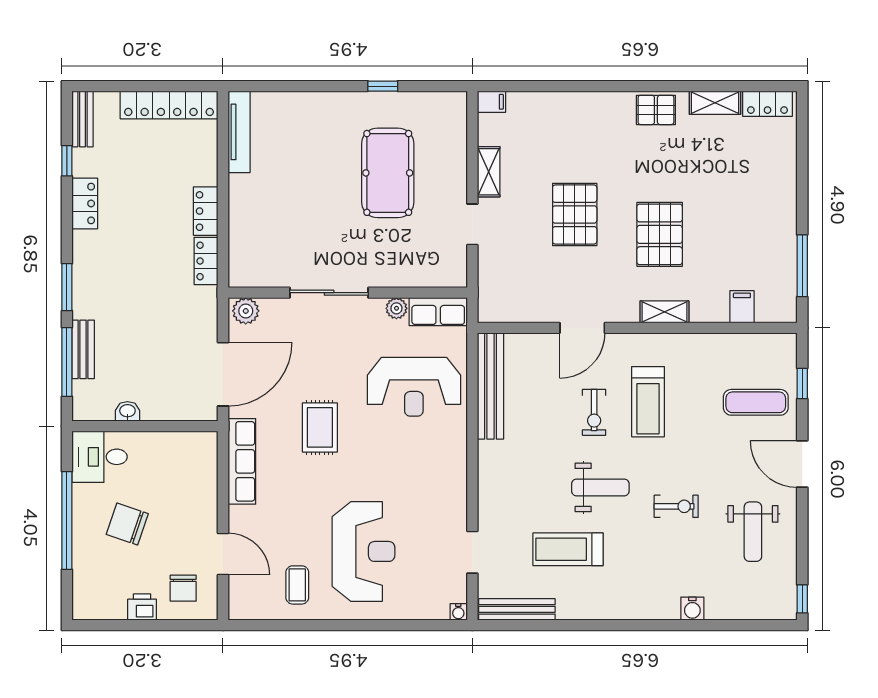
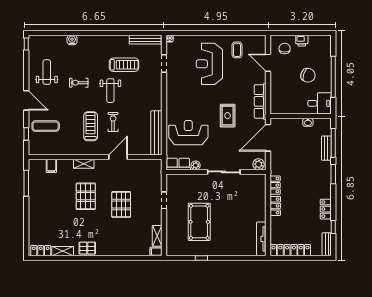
shelving: (489, 172) -> (157, 236), moved
weight bench: (600, 487) -> (110, 91), turned -90

